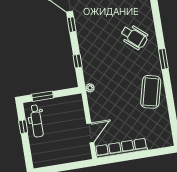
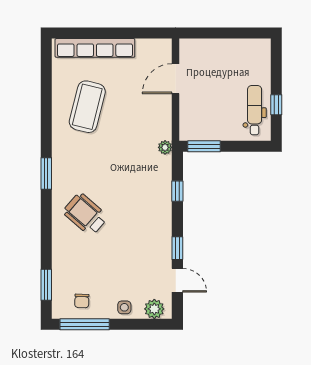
coffee table: (151, 92) -> (87, 107), moved
window: (43, 96) -> (204, 146), moved
row of seats: (121, 148) -> (95, 48), moved

